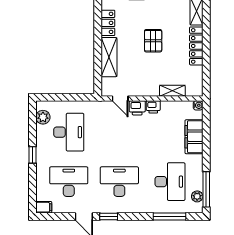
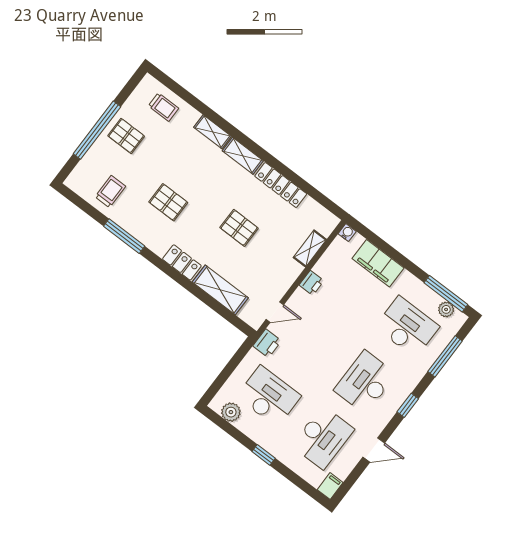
printer: (137, 108) -> (267, 343), moved
desk: (69, 182) -> (323, 437), turned 180
window: (109, 217) -> (408, 405), moved

